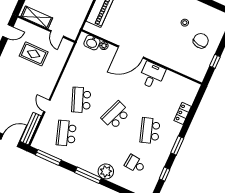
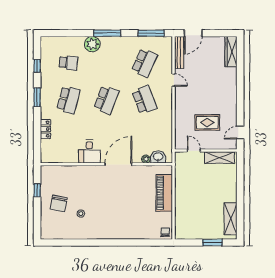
school desk: (150, 131) -> (68, 100), turned 33
school desk: (66, 133) -> (144, 63), turned 42

